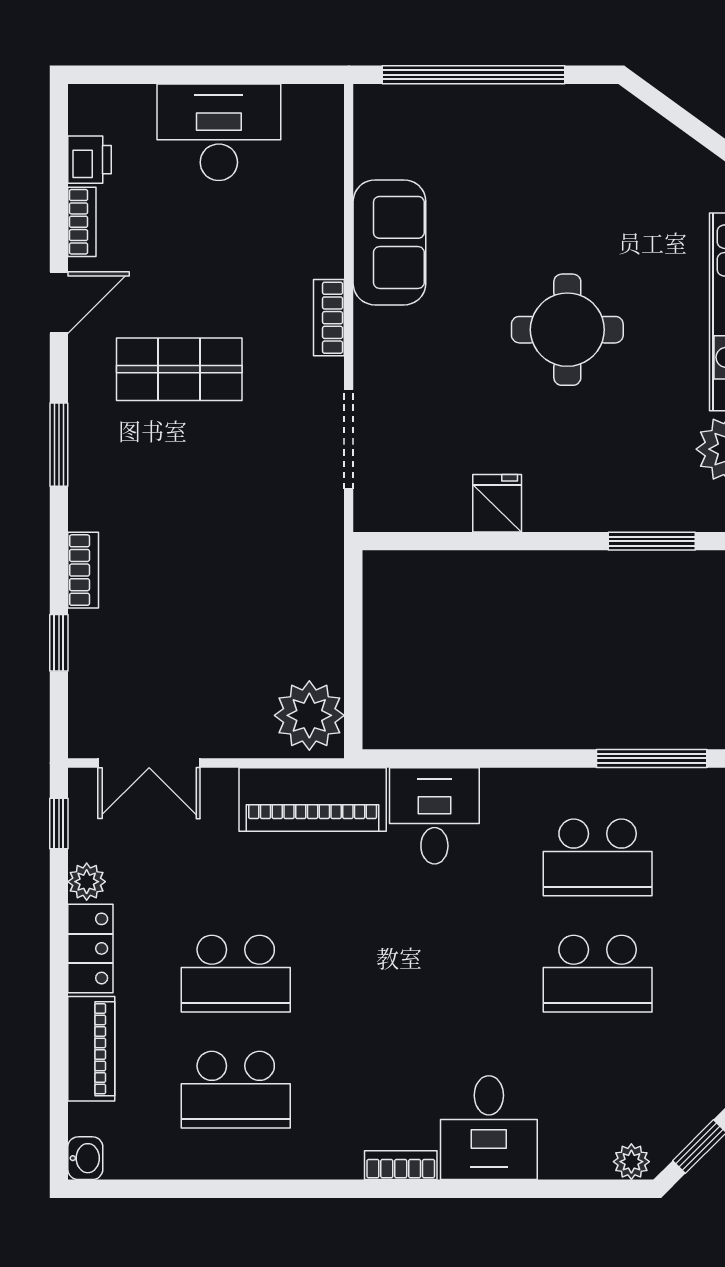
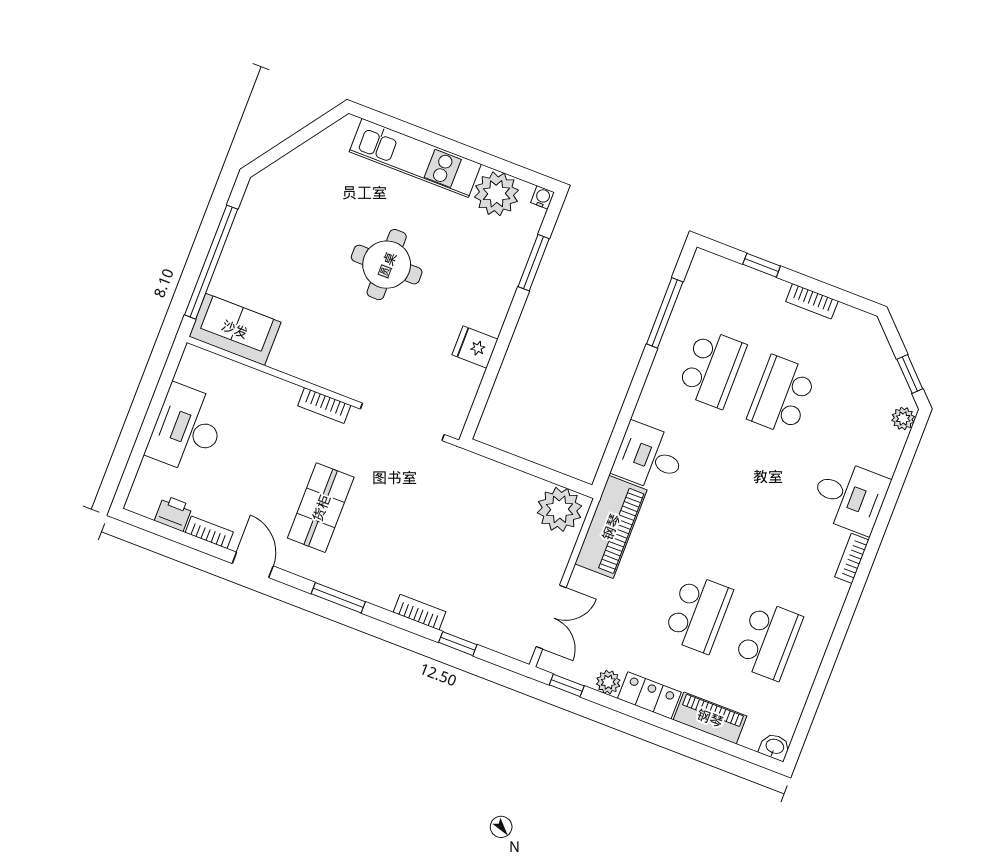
sofa: (389, 242) -> (235, 329), moved
doorway: (349, 439) -> (402, 422), width x1.36
school desk: (598, 974) -> (782, 395), turned 180

